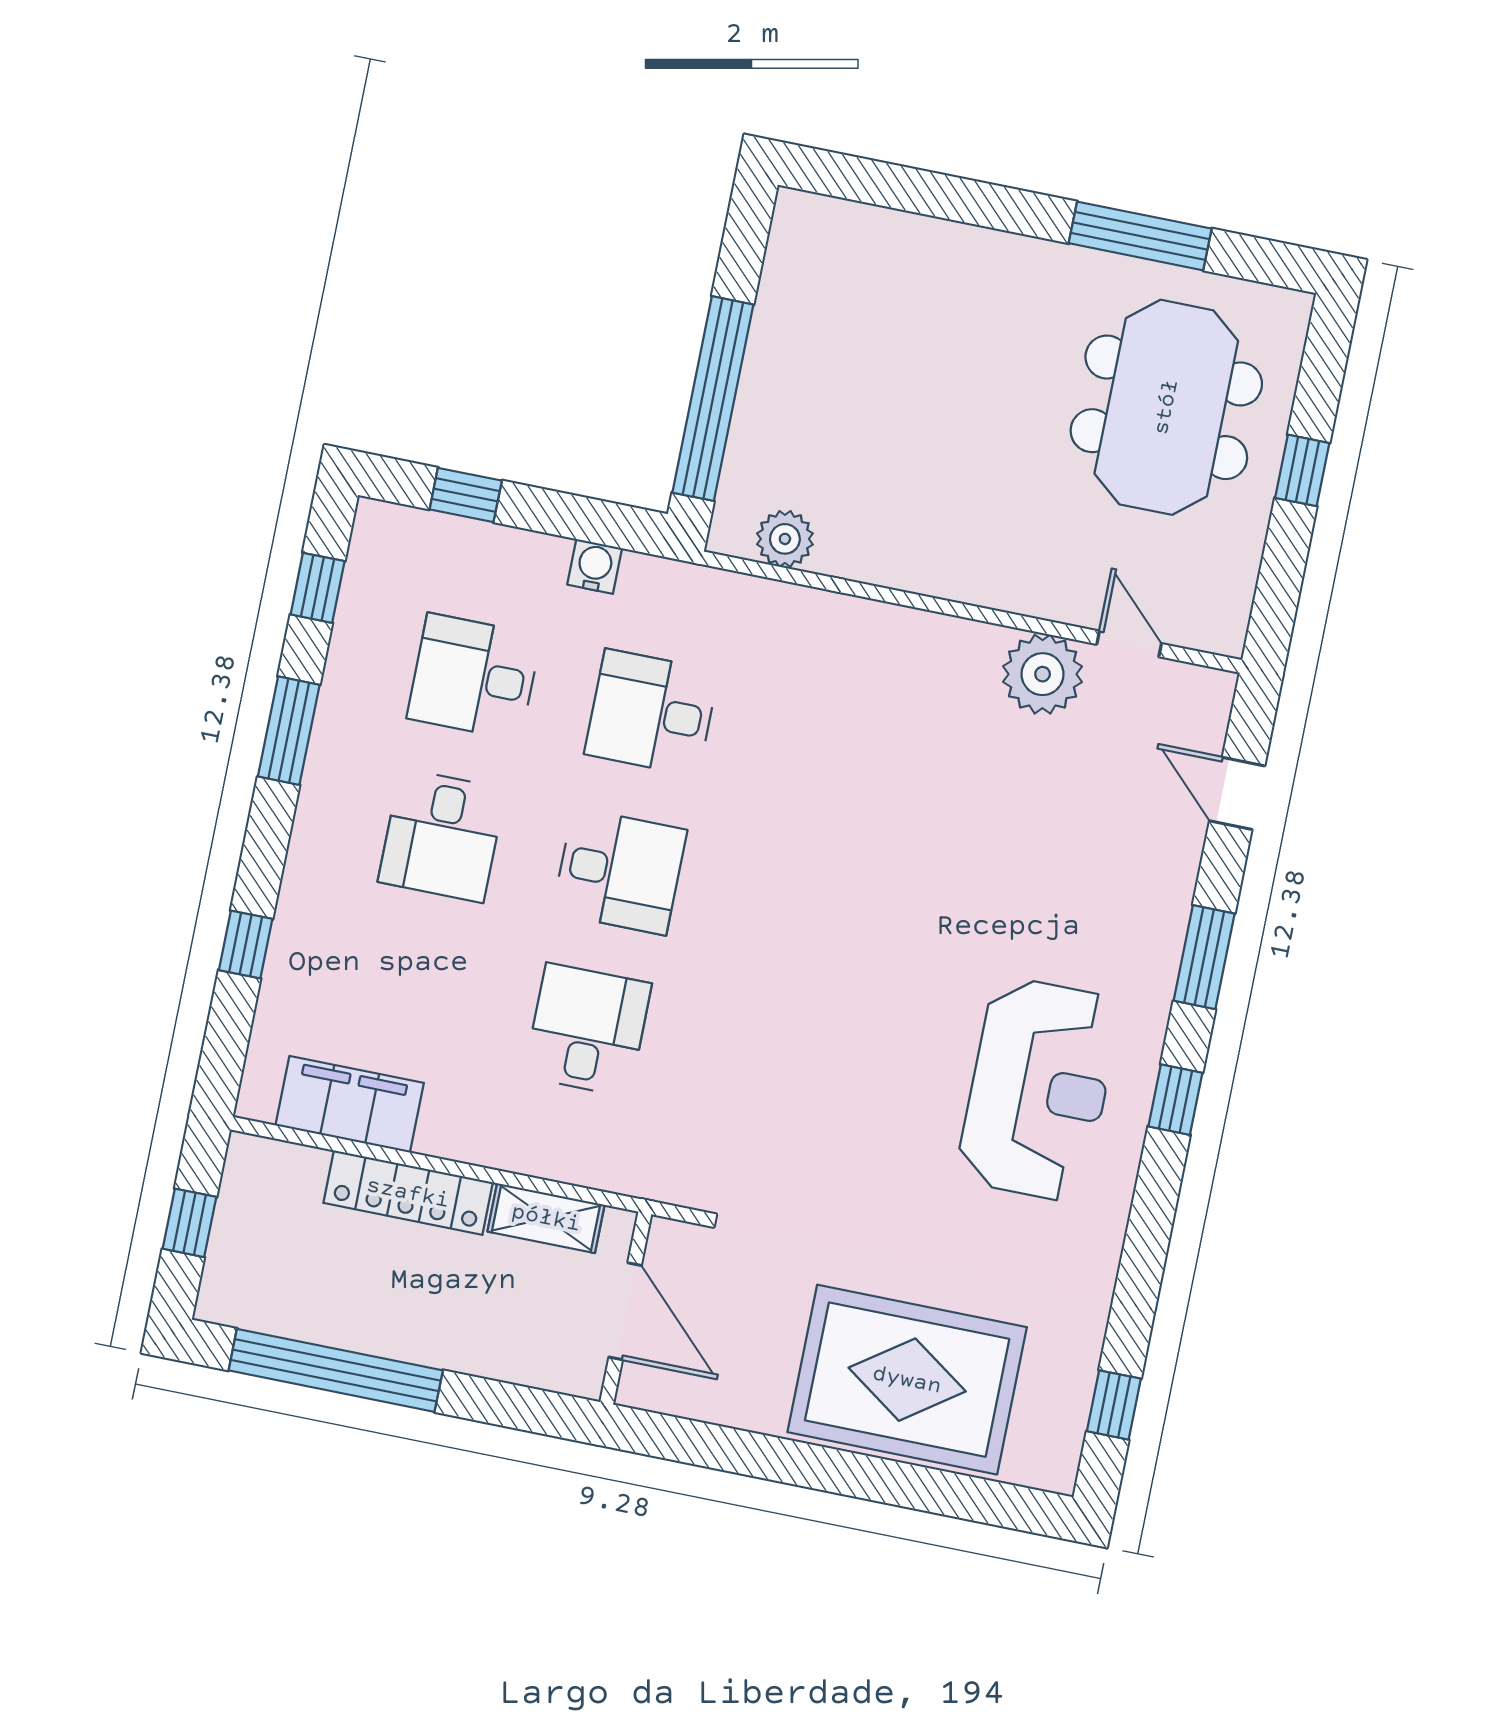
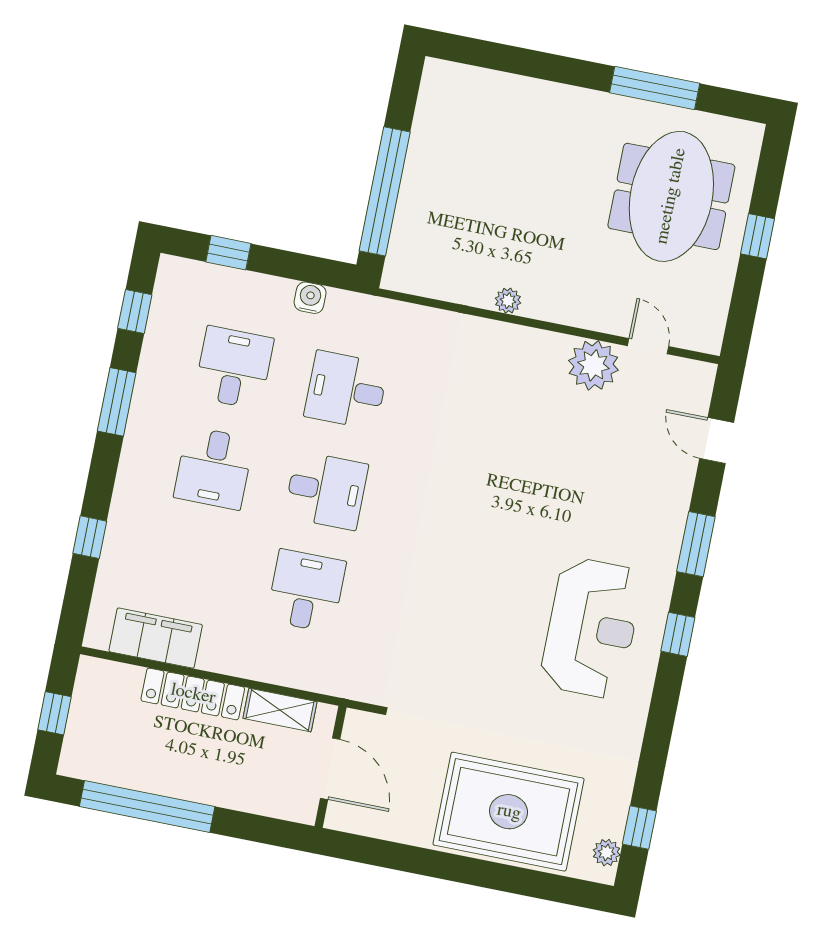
plant: (785, 539) -> (508, 301), moved, width x0.73, depth x0.73
desk: (474, 677) -> (234, 368), turned 90
plant: (1062, 1445) -> (607, 853), added

